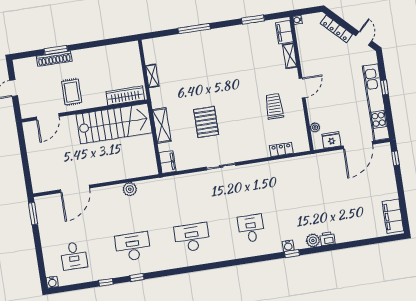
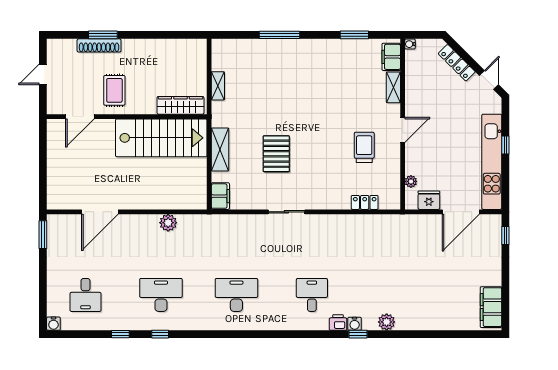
printer: (327, 239) -> (338, 322), moved

